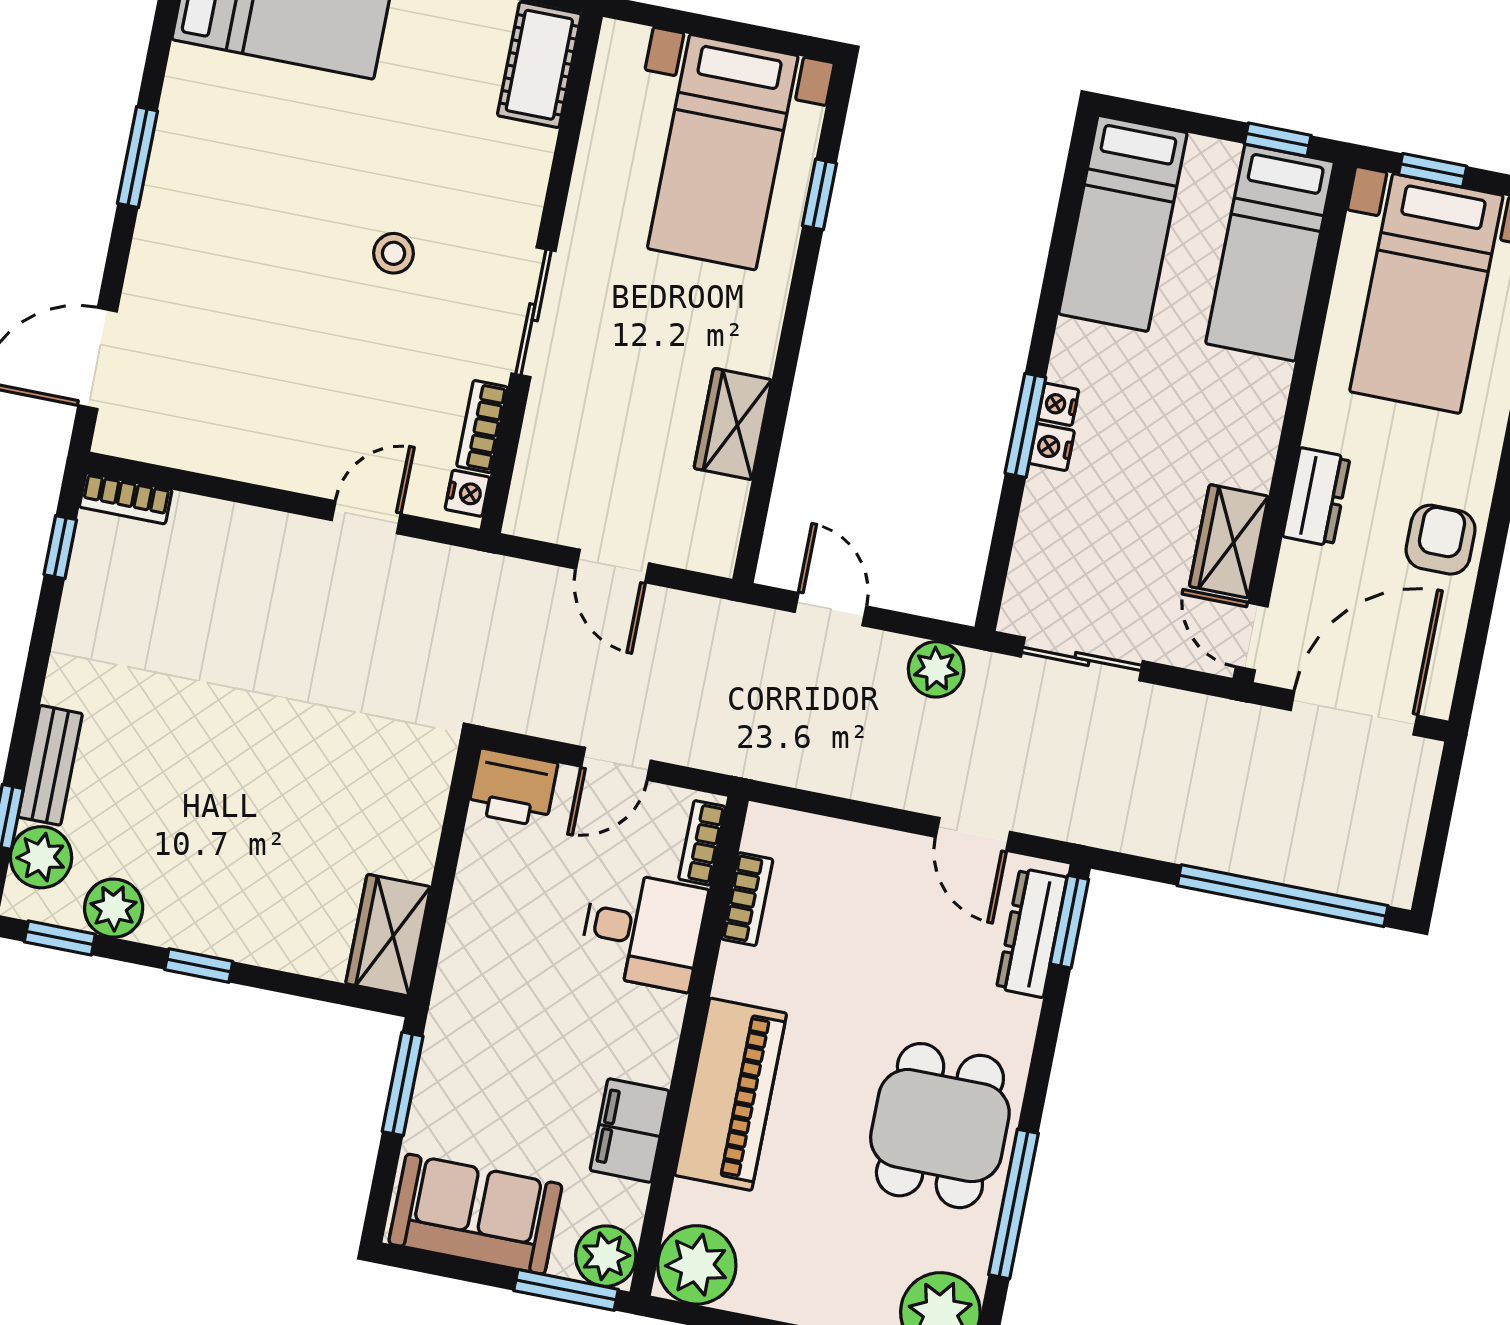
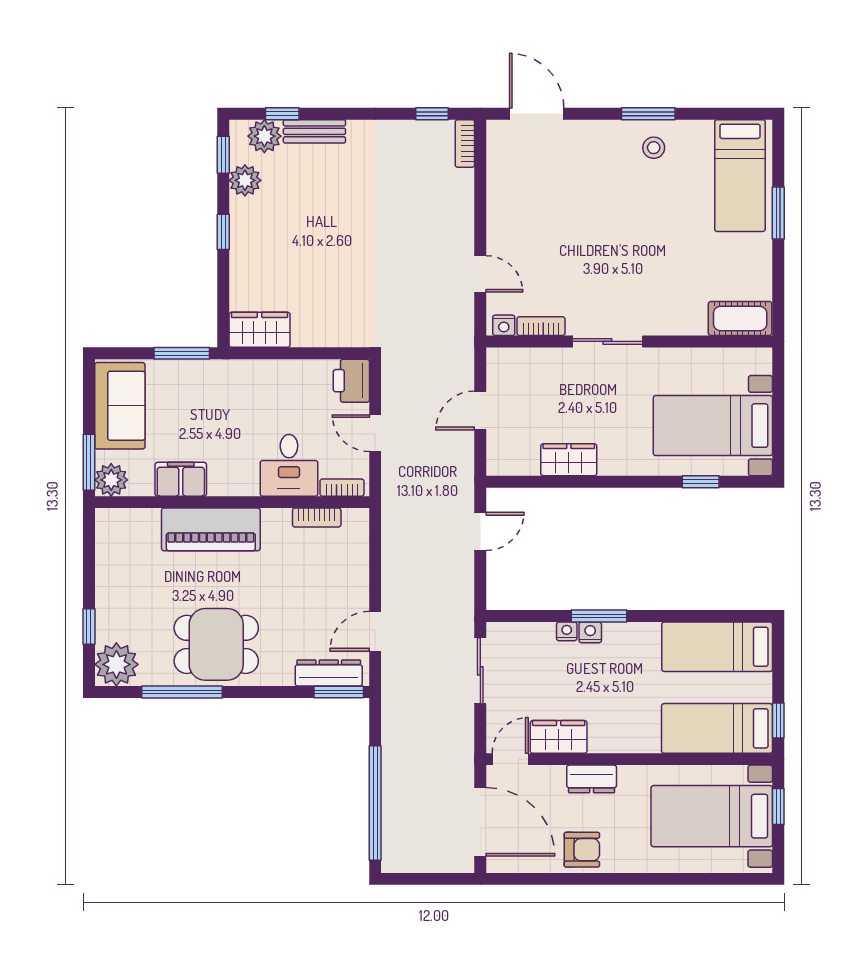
stool: (394, 253) -> (654, 148), moved
nightstand: (1058, 404) -> (567, 631), moved
plant: (936, 669) -> (459, 594), removed
plant: (697, 1265) -> (116, 529), removed

